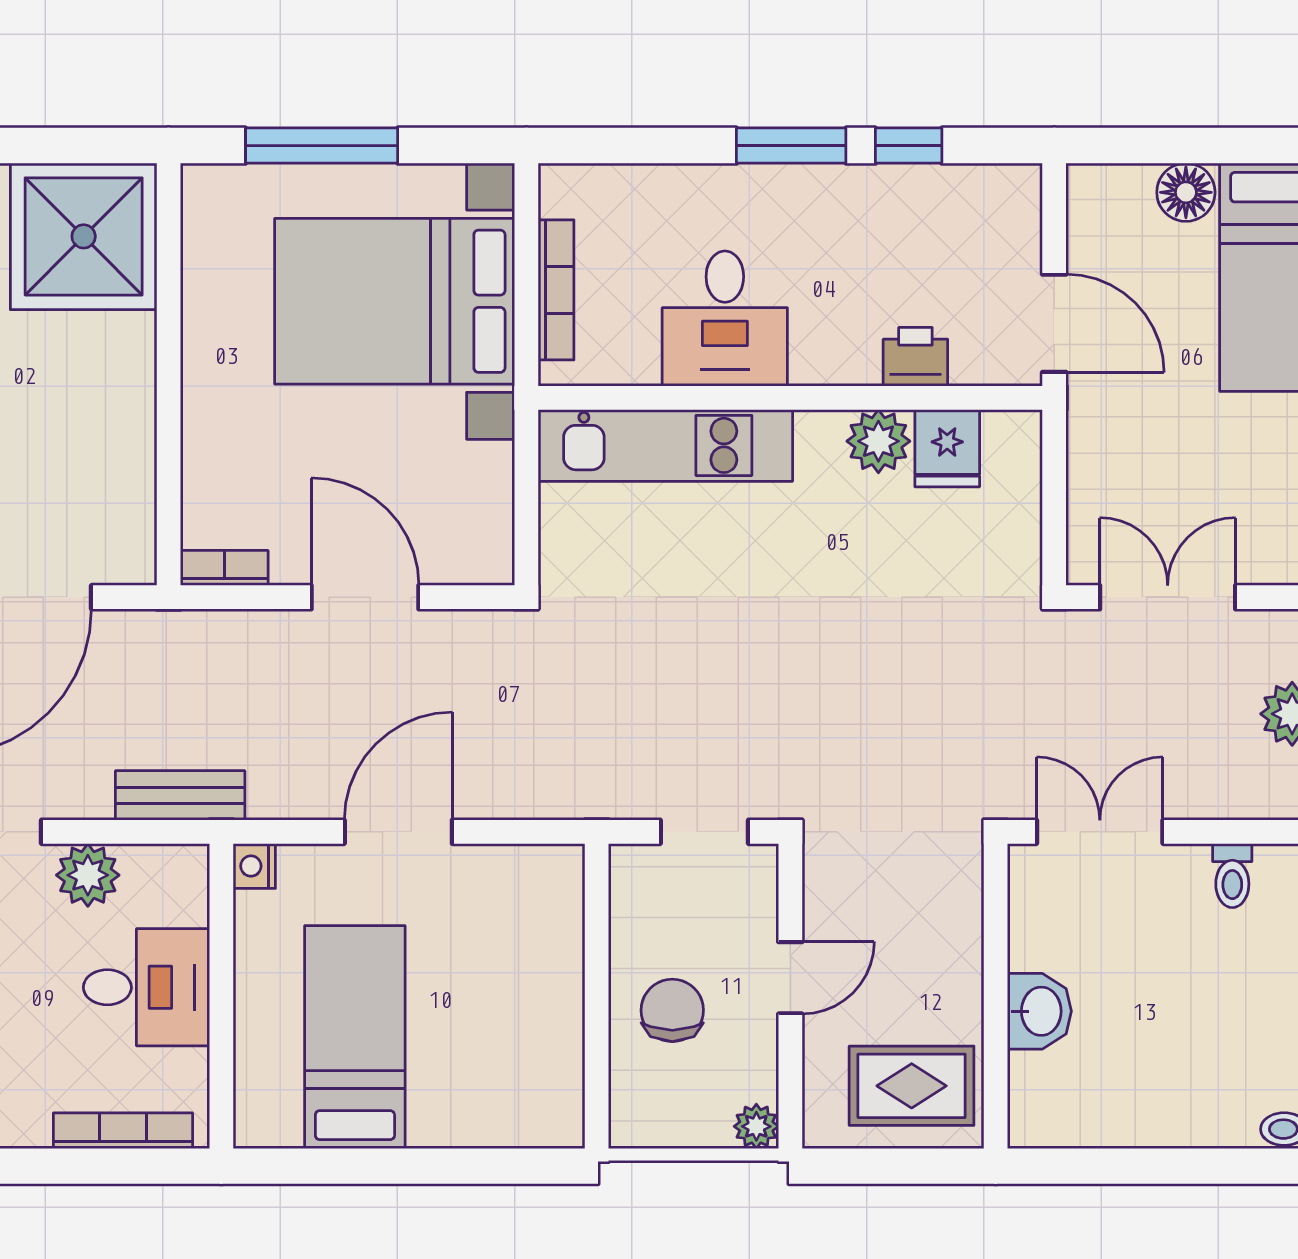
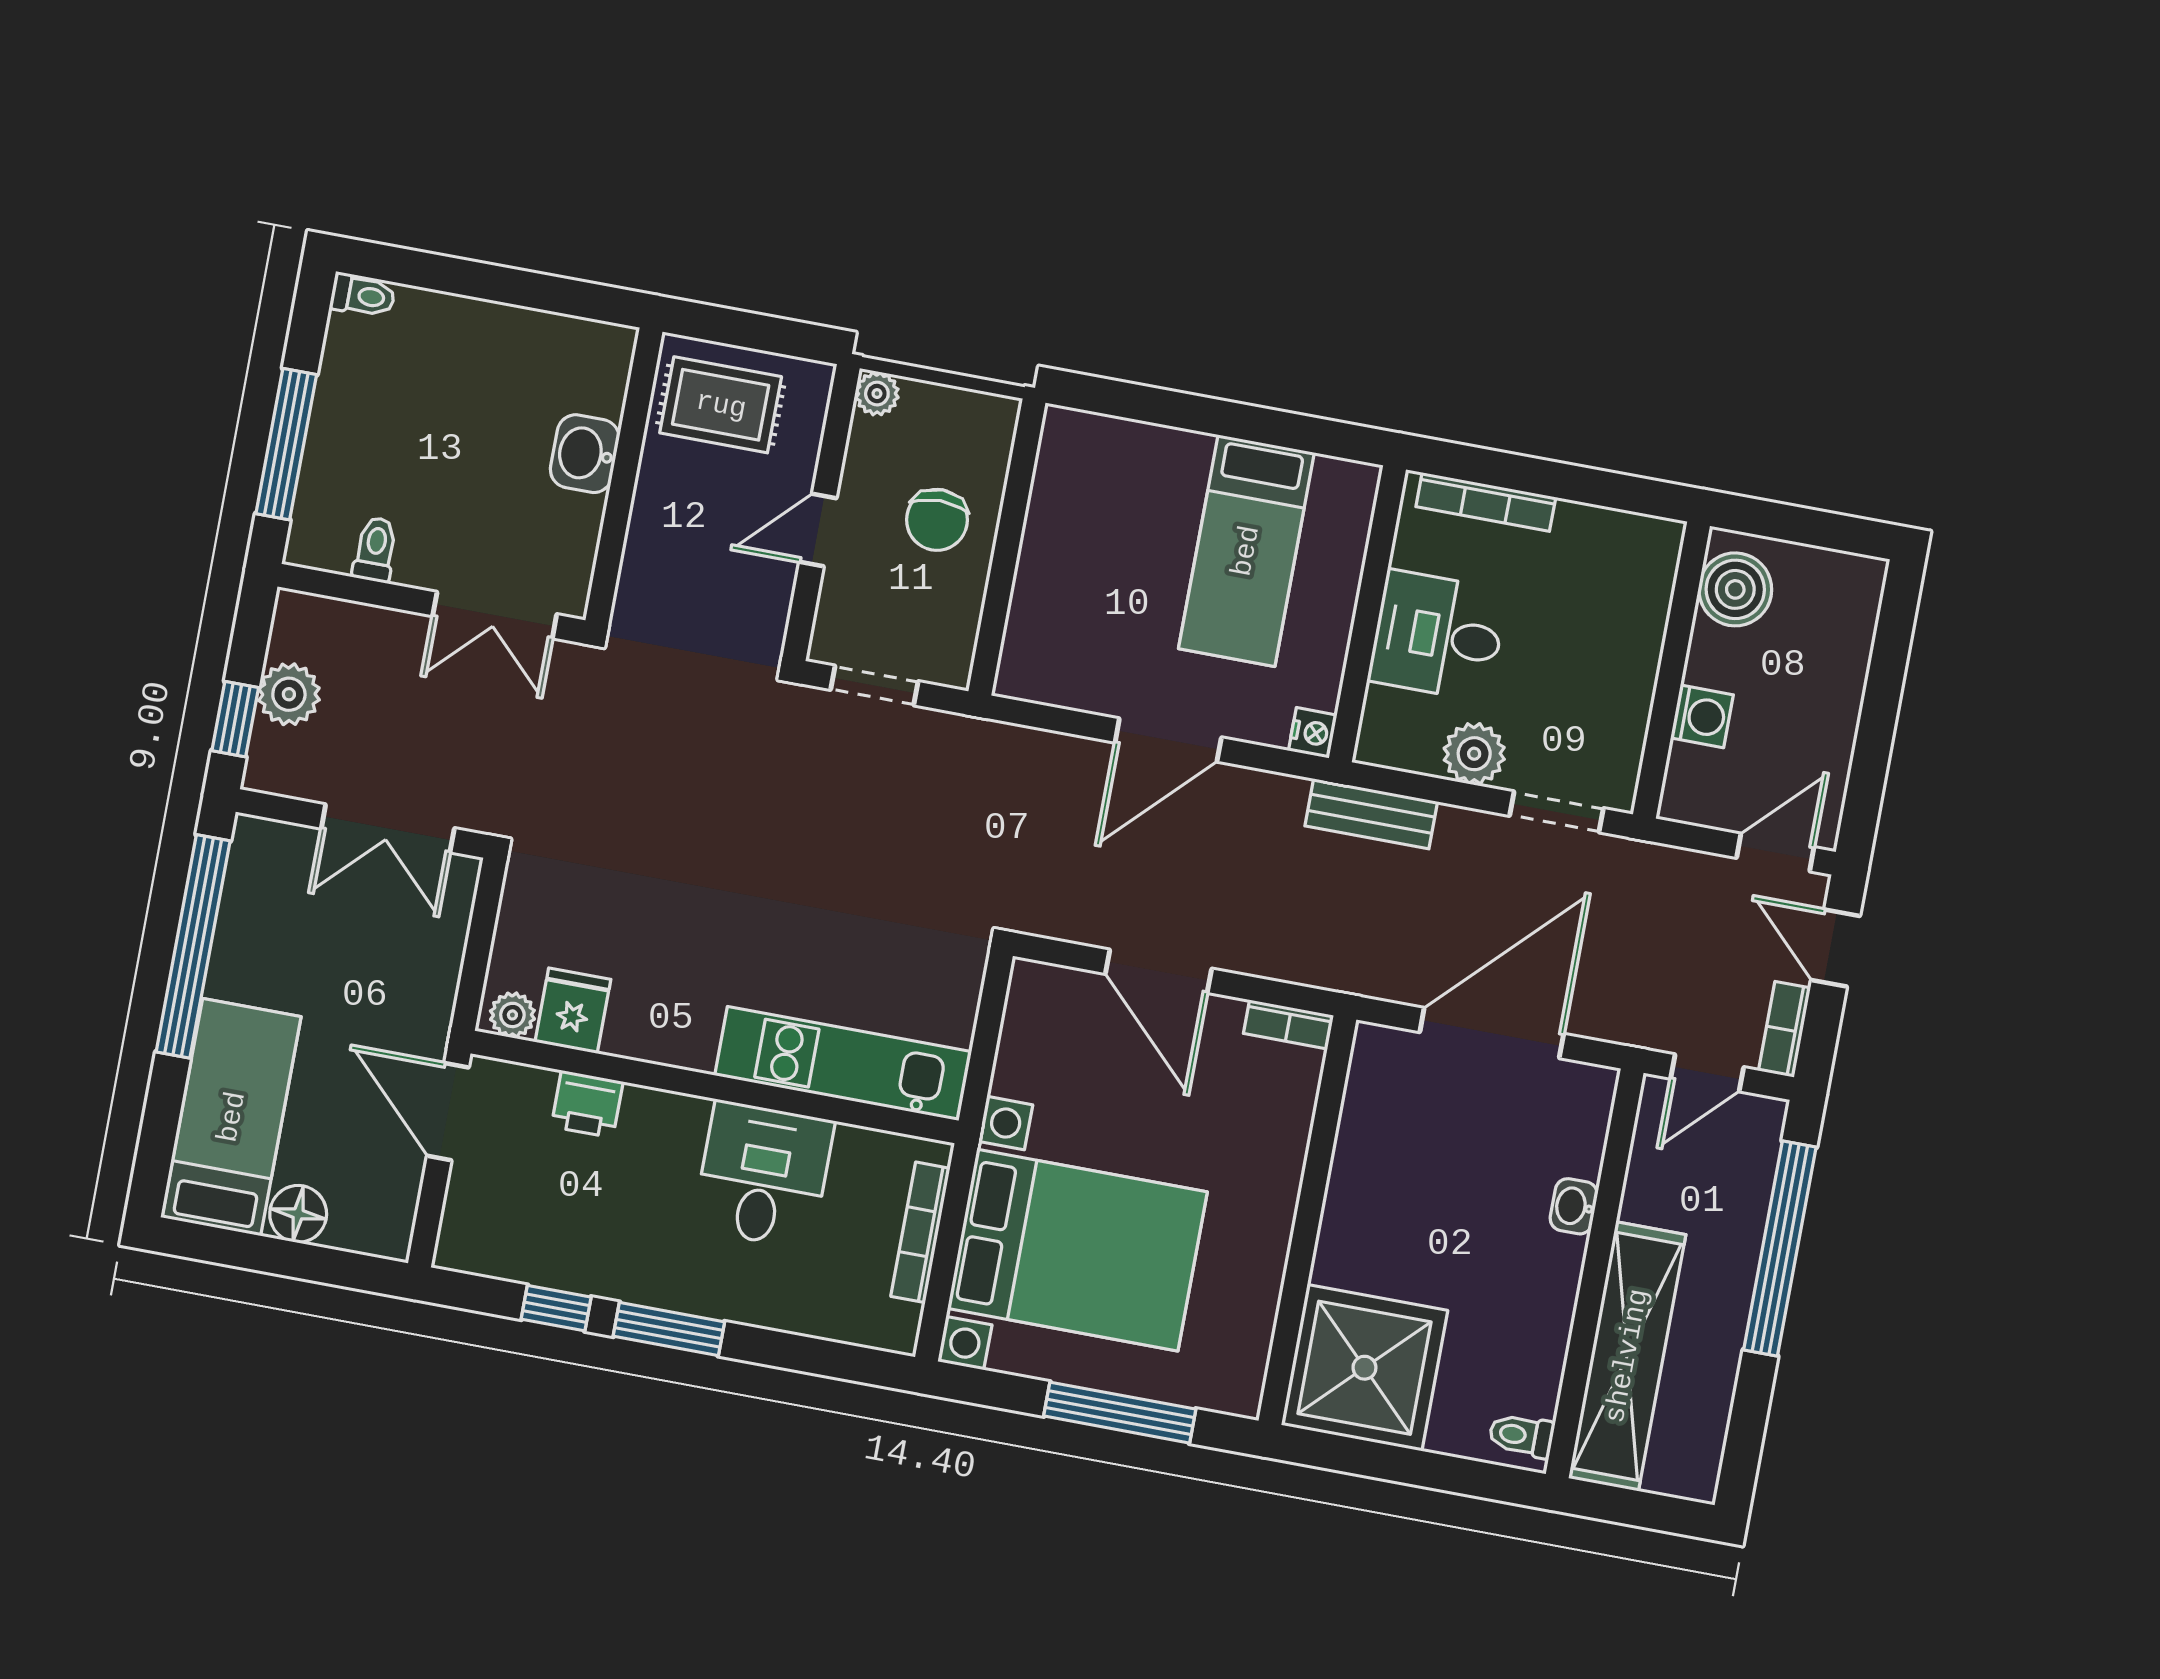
plant: (878, 441) -> (512, 1015), moved, width x0.73, depth x0.73

